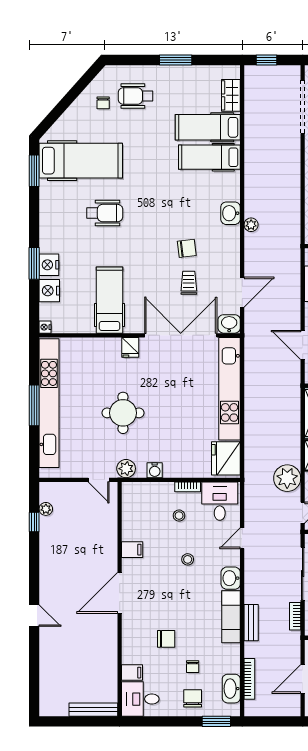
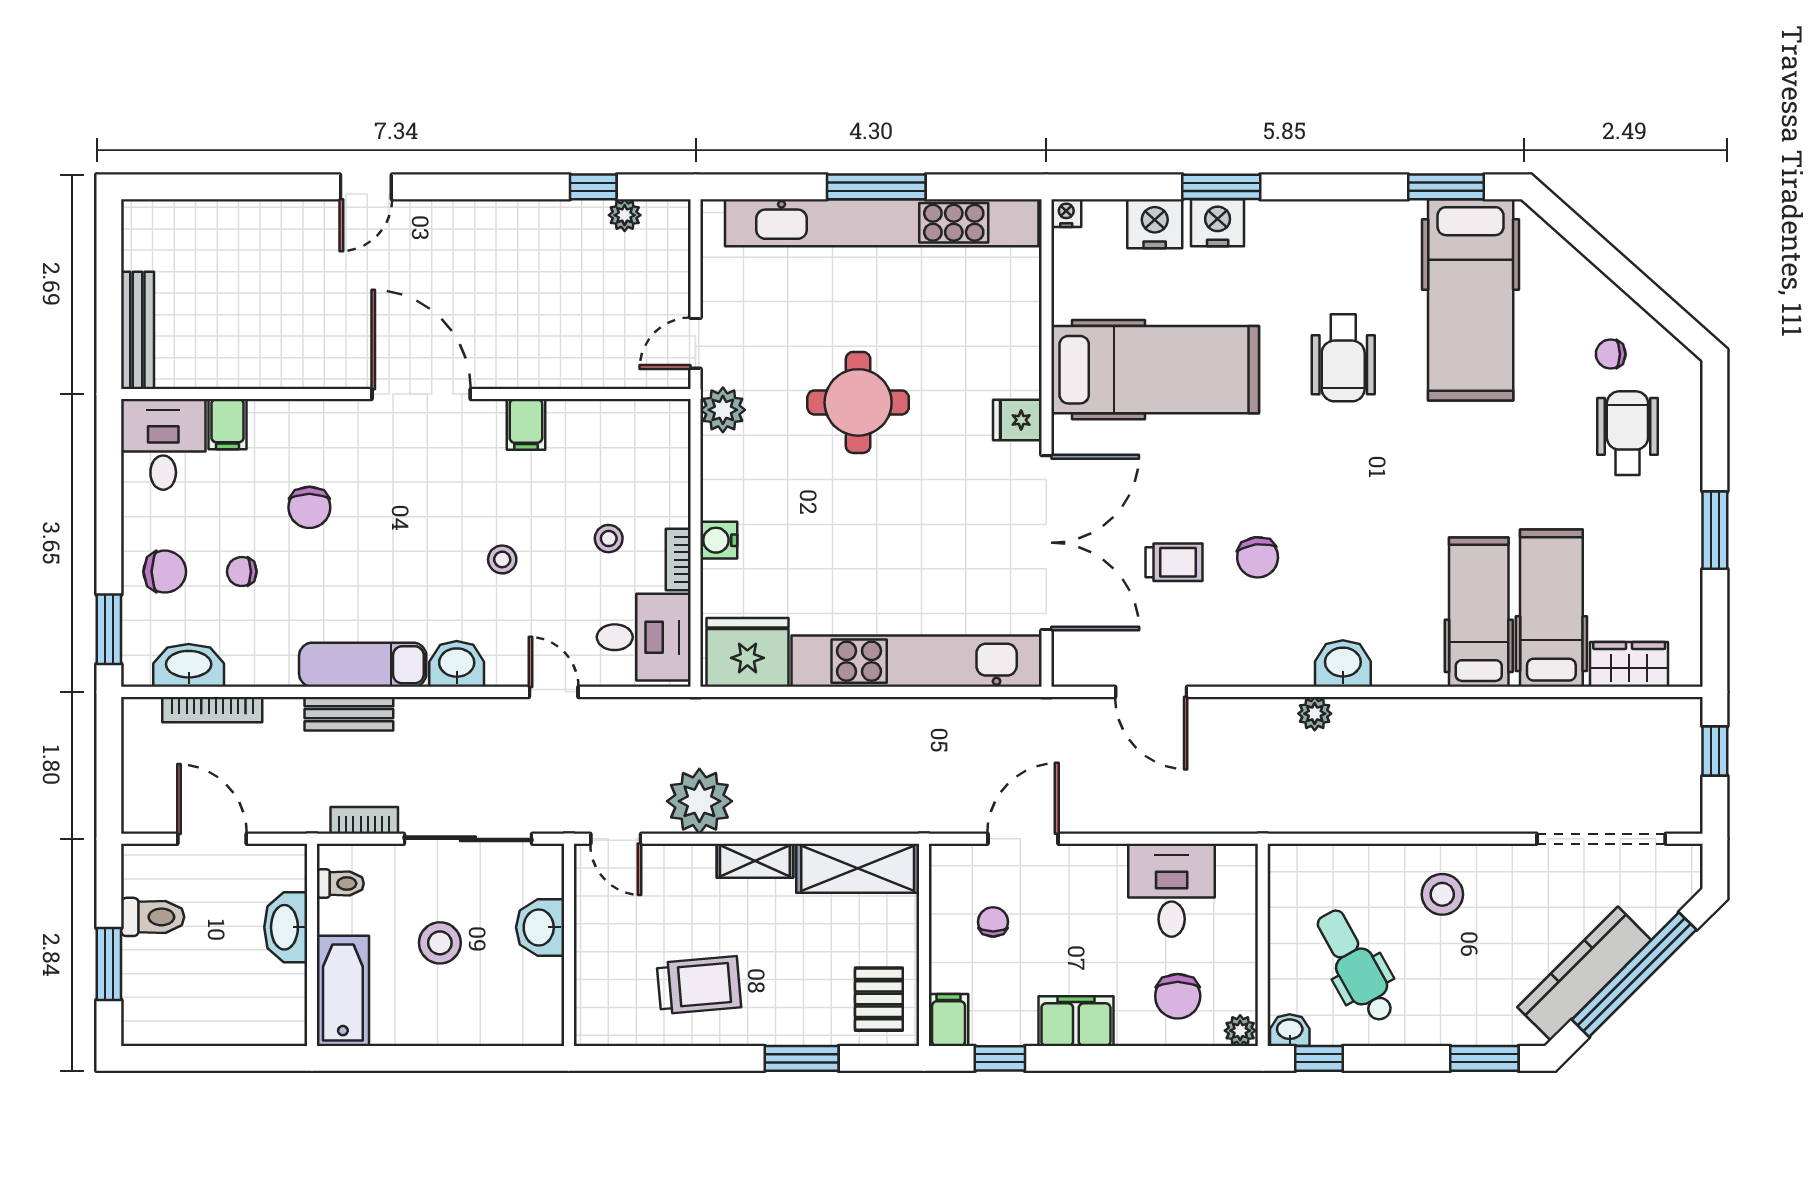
hospital bed: (109, 300) -> (1155, 370), width x1.37, depth x1.29
washbasin: (229, 324) -> (1074, 660), removed
water cooler: (155, 470) -> (719, 540), moved

